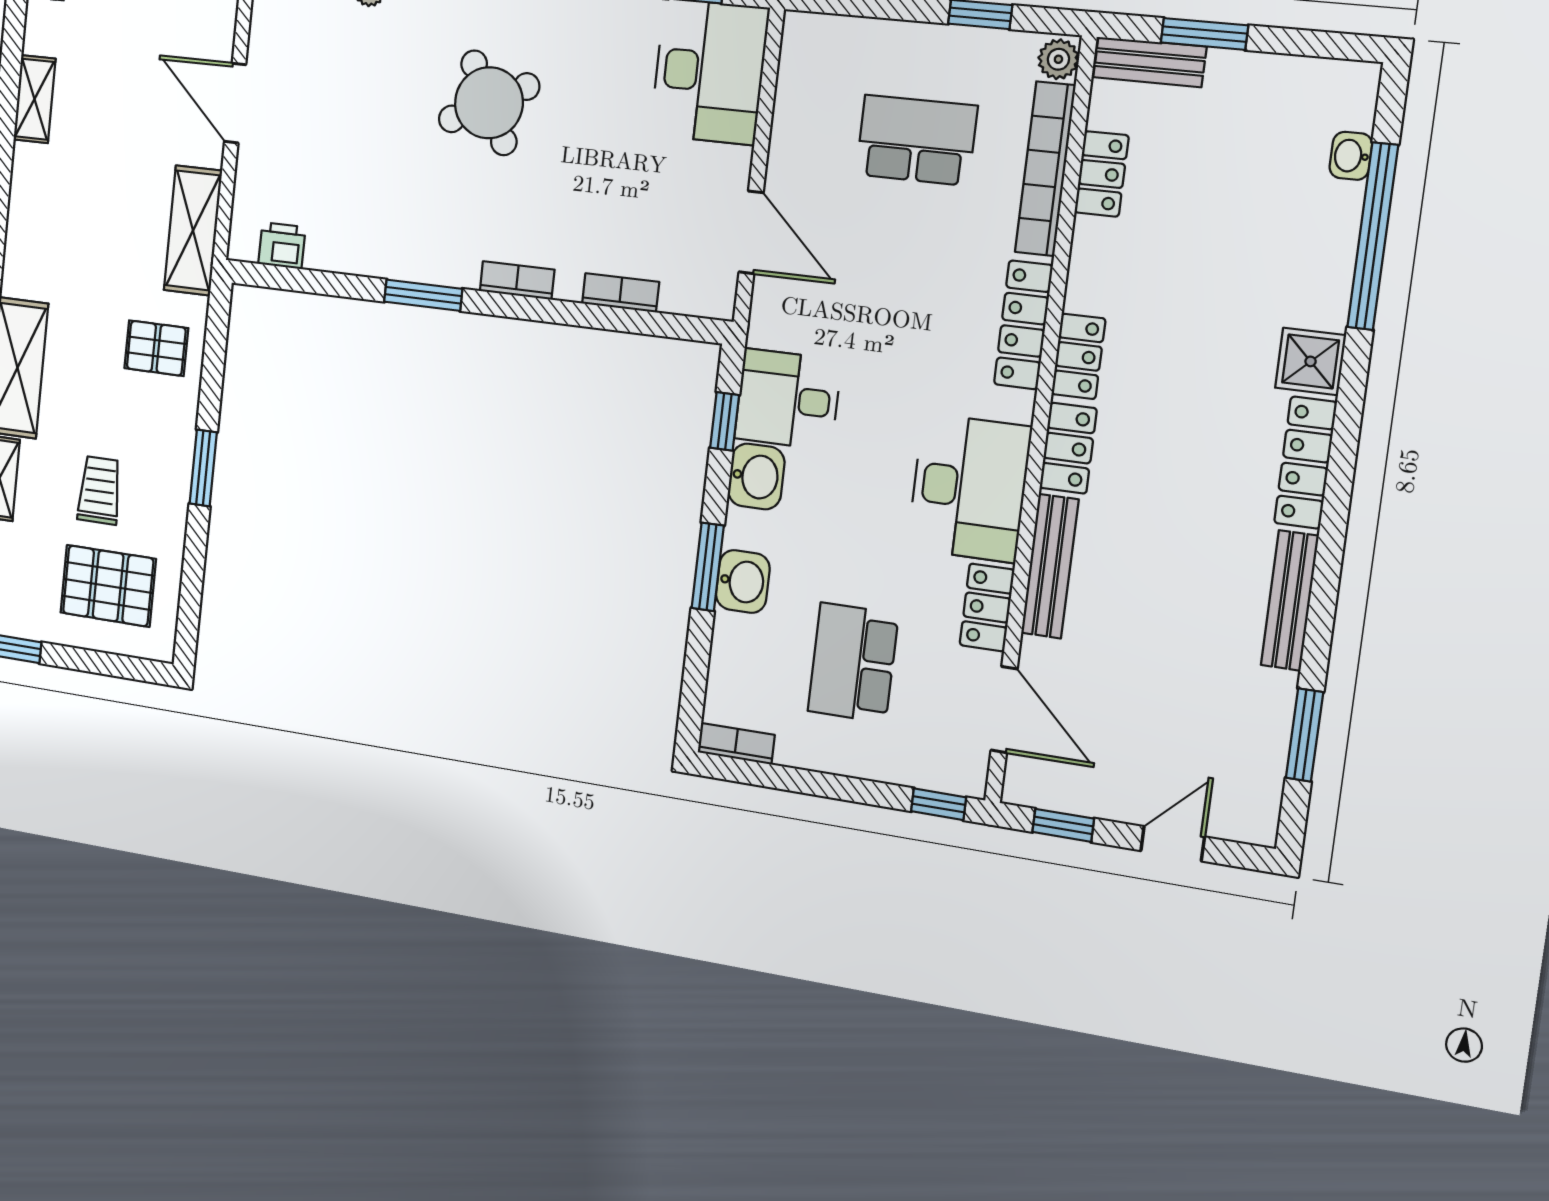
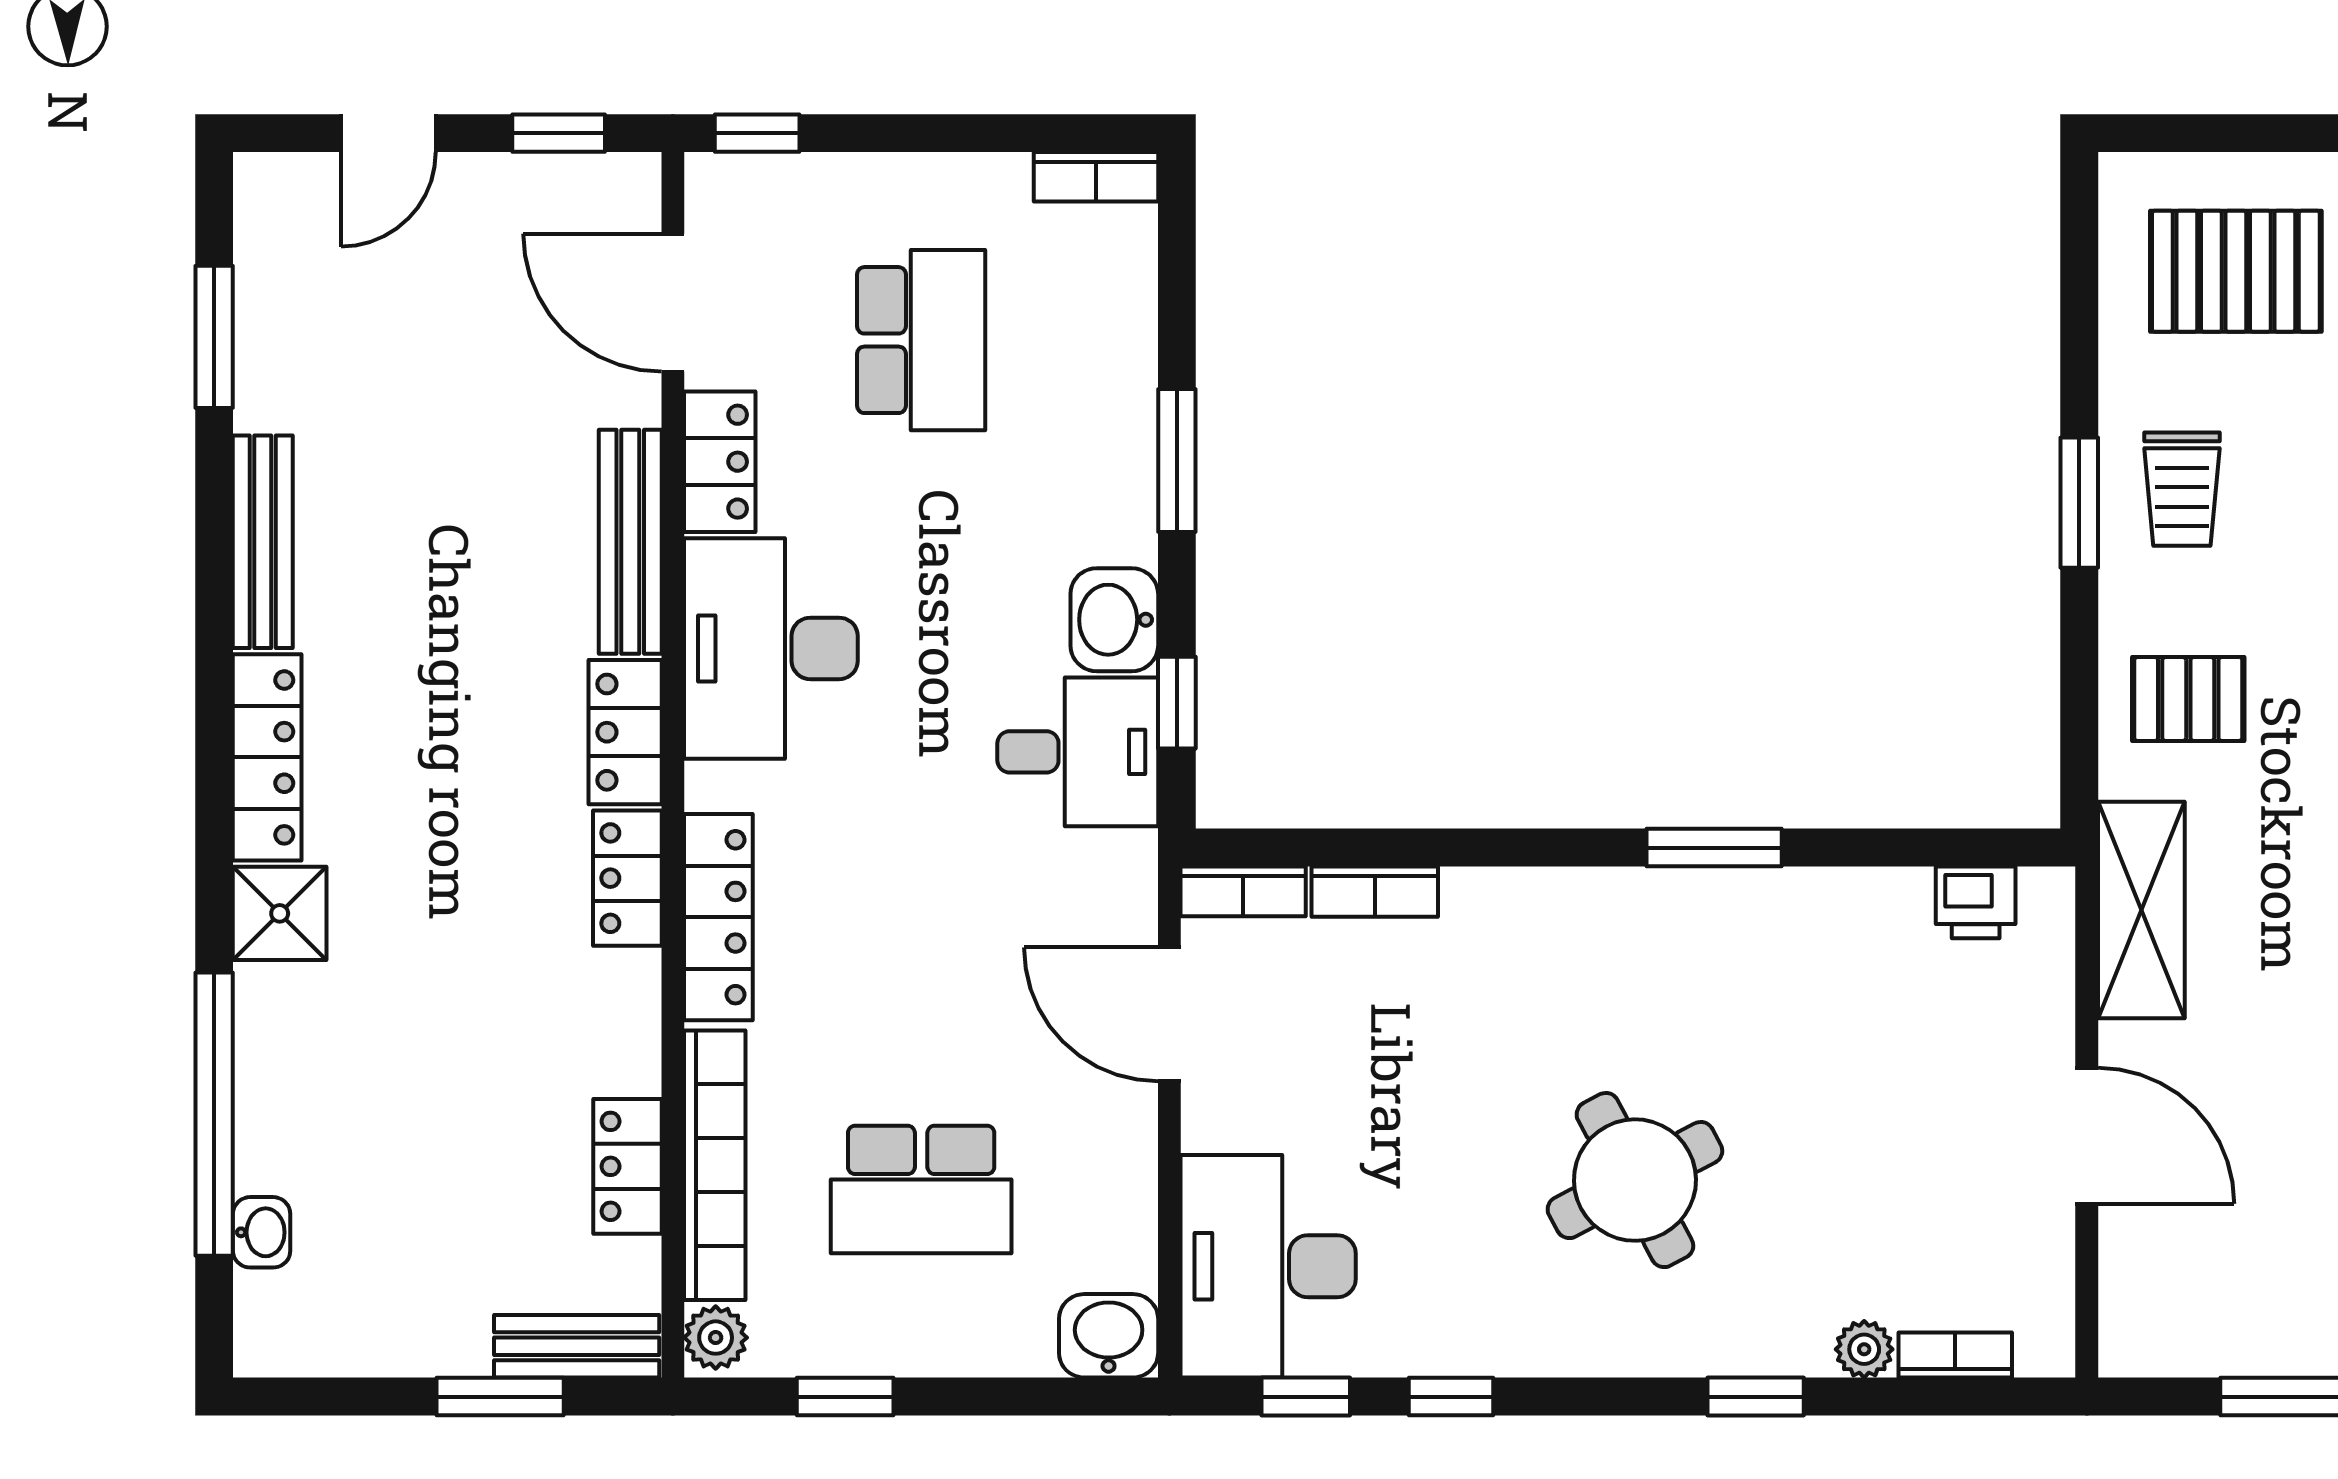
bookcase: (517, 280) -> (1243, 891), moved
trolley: (100, 490) -> (2182, 489), moved
washbasin: (743, 582) -> (1109, 1336), moved, turned 90

